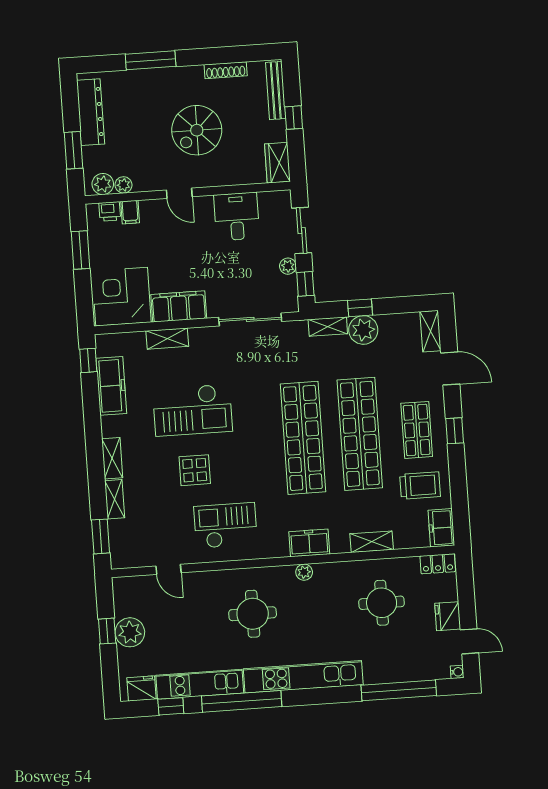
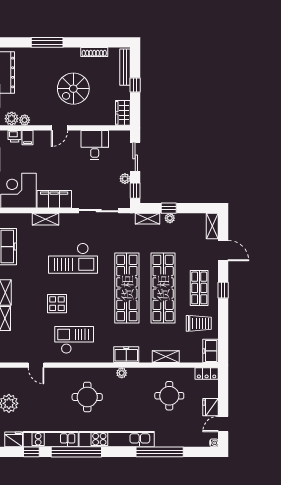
door: (179, 193) -> (59, 128), hinge flipped
plant: (363, 330) -> (170, 218), width x0.53, depth x0.53
checkout: (193, 410) -> (73, 258), moved
door: (469, 641) -> (223, 424), swing flipped
window: (399, 690) -> (160, 452), moved

